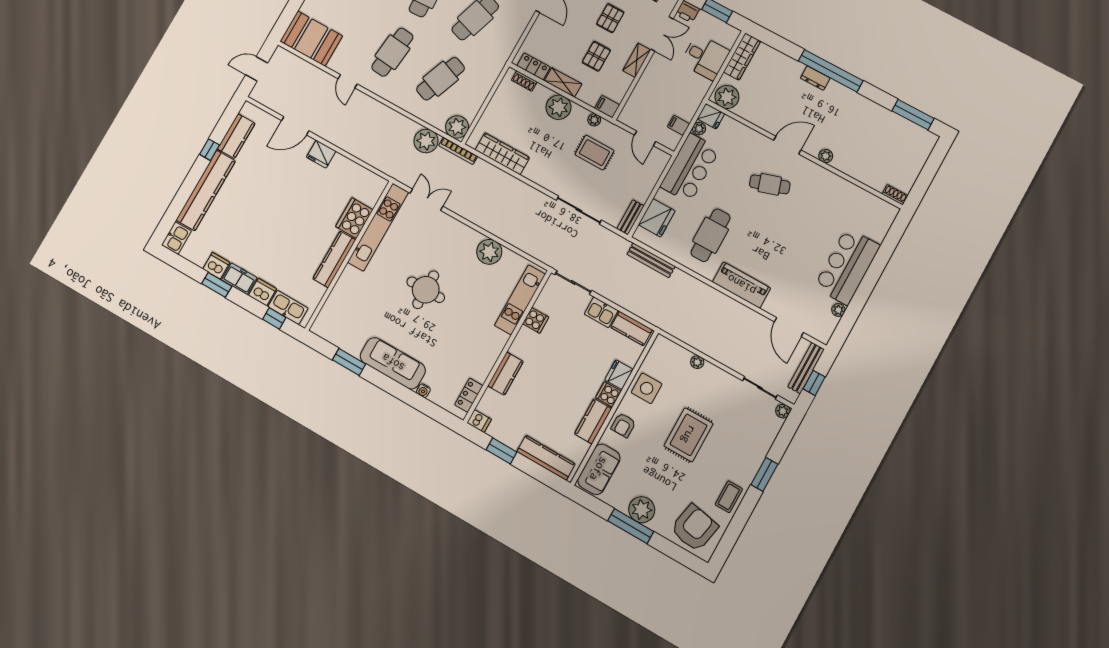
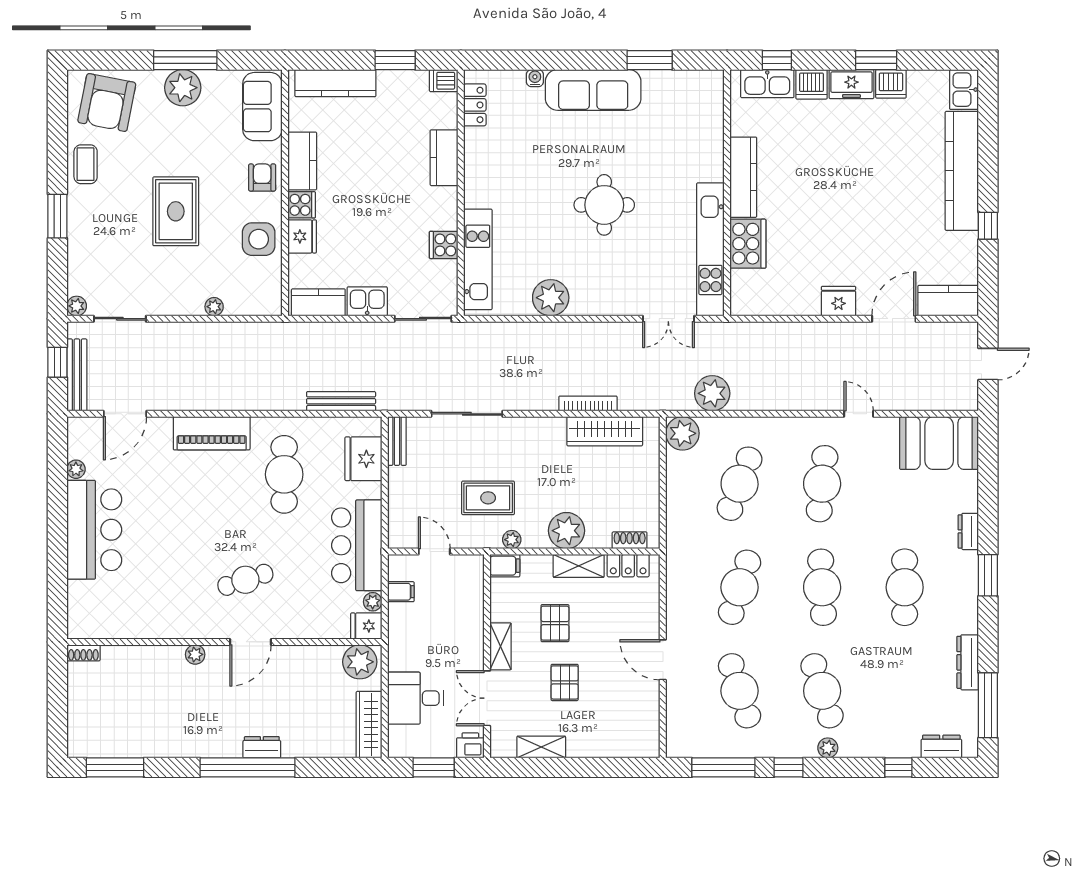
kitchen counter: (236, 136) -> (948, 301), moved, turned 90
bookcase: (458, 151) -> (588, 403), moved
door: (789, 327) -> (125, 414), swing flipped

